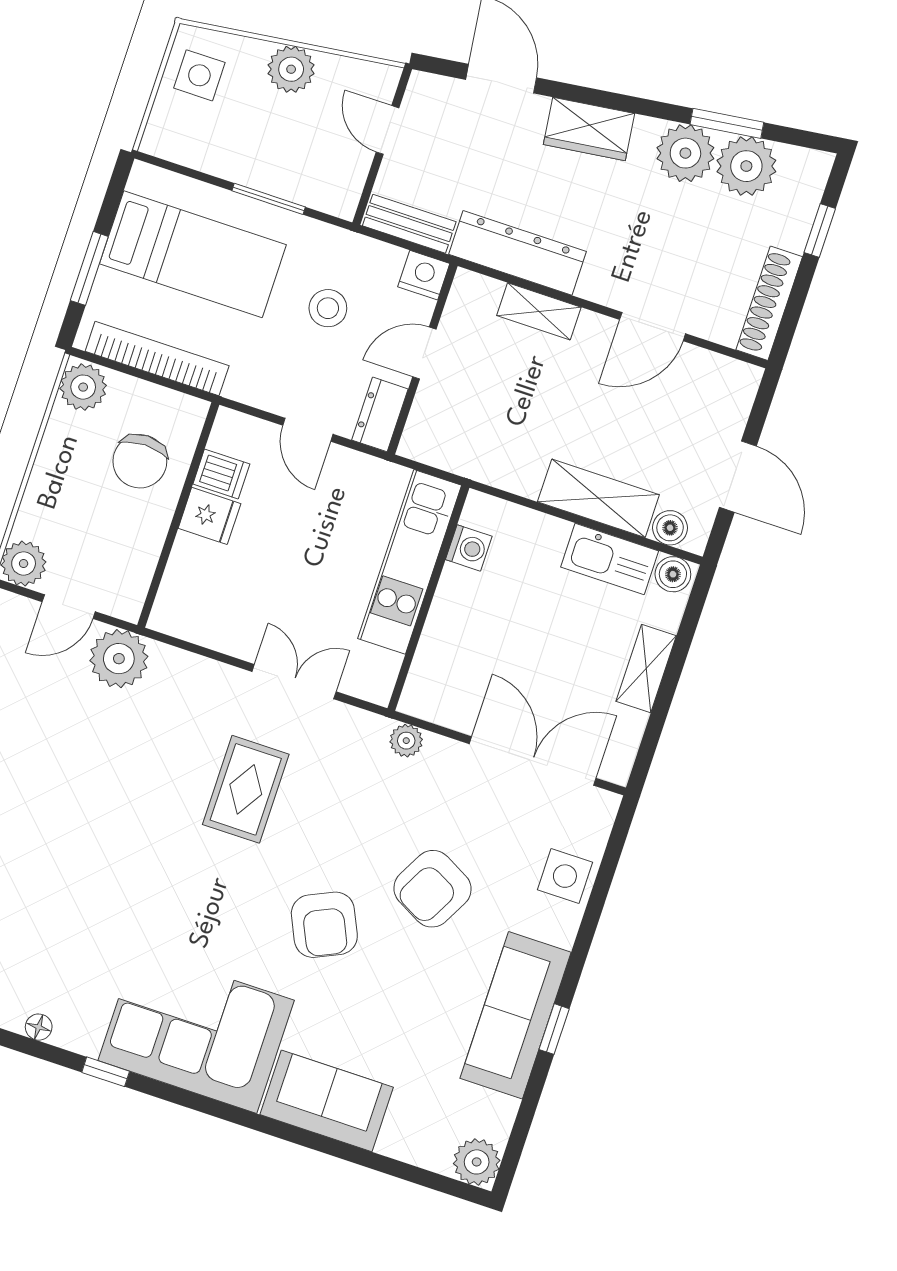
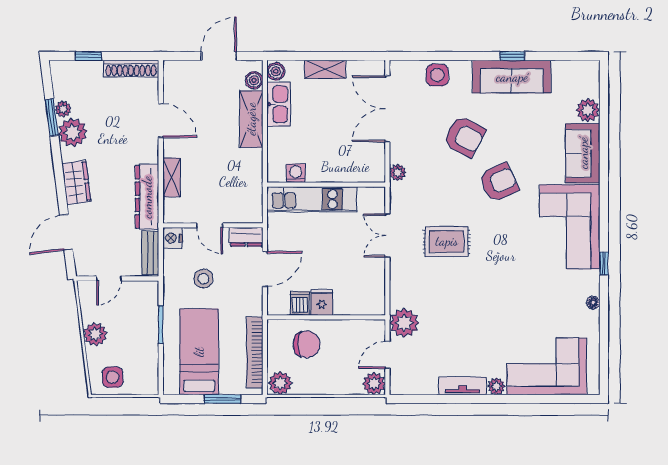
plant: (746, 166) -> (63, 109), width x0.53, depth x0.53
door: (308, 430) -> (265, 269), width x1.37
door: (69, 607) -> (387, 355), swing flipped
plant: (477, 1162) -> (588, 110), moved

